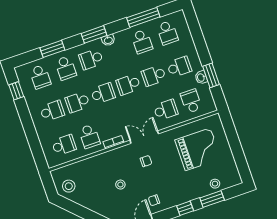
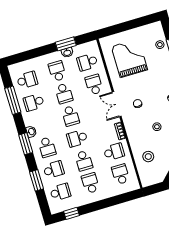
school desk: (142, 42) -> (34, 102), turned 180
school desk: (103, 93) -> (77, 138), turned -90
stool: (69, 186) -> (148, 157), moved

